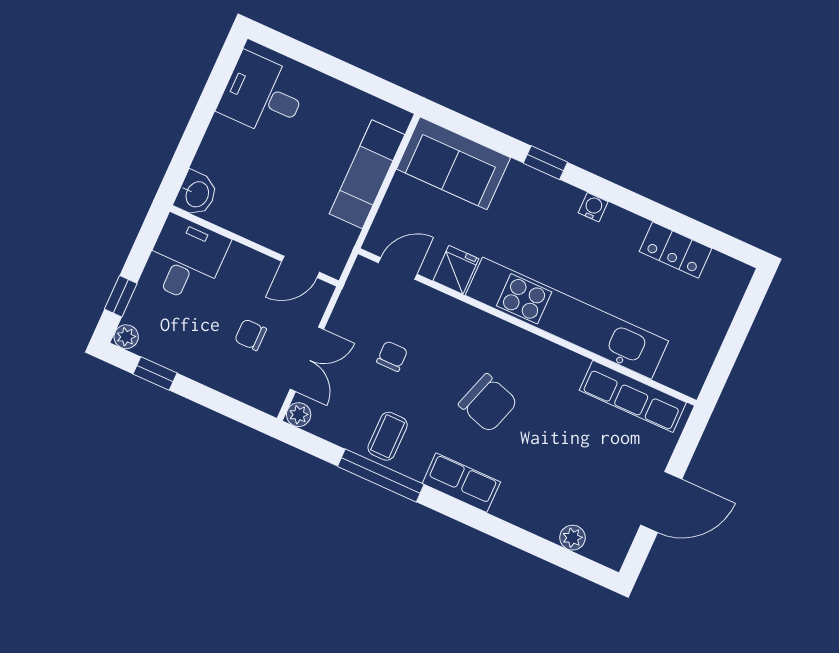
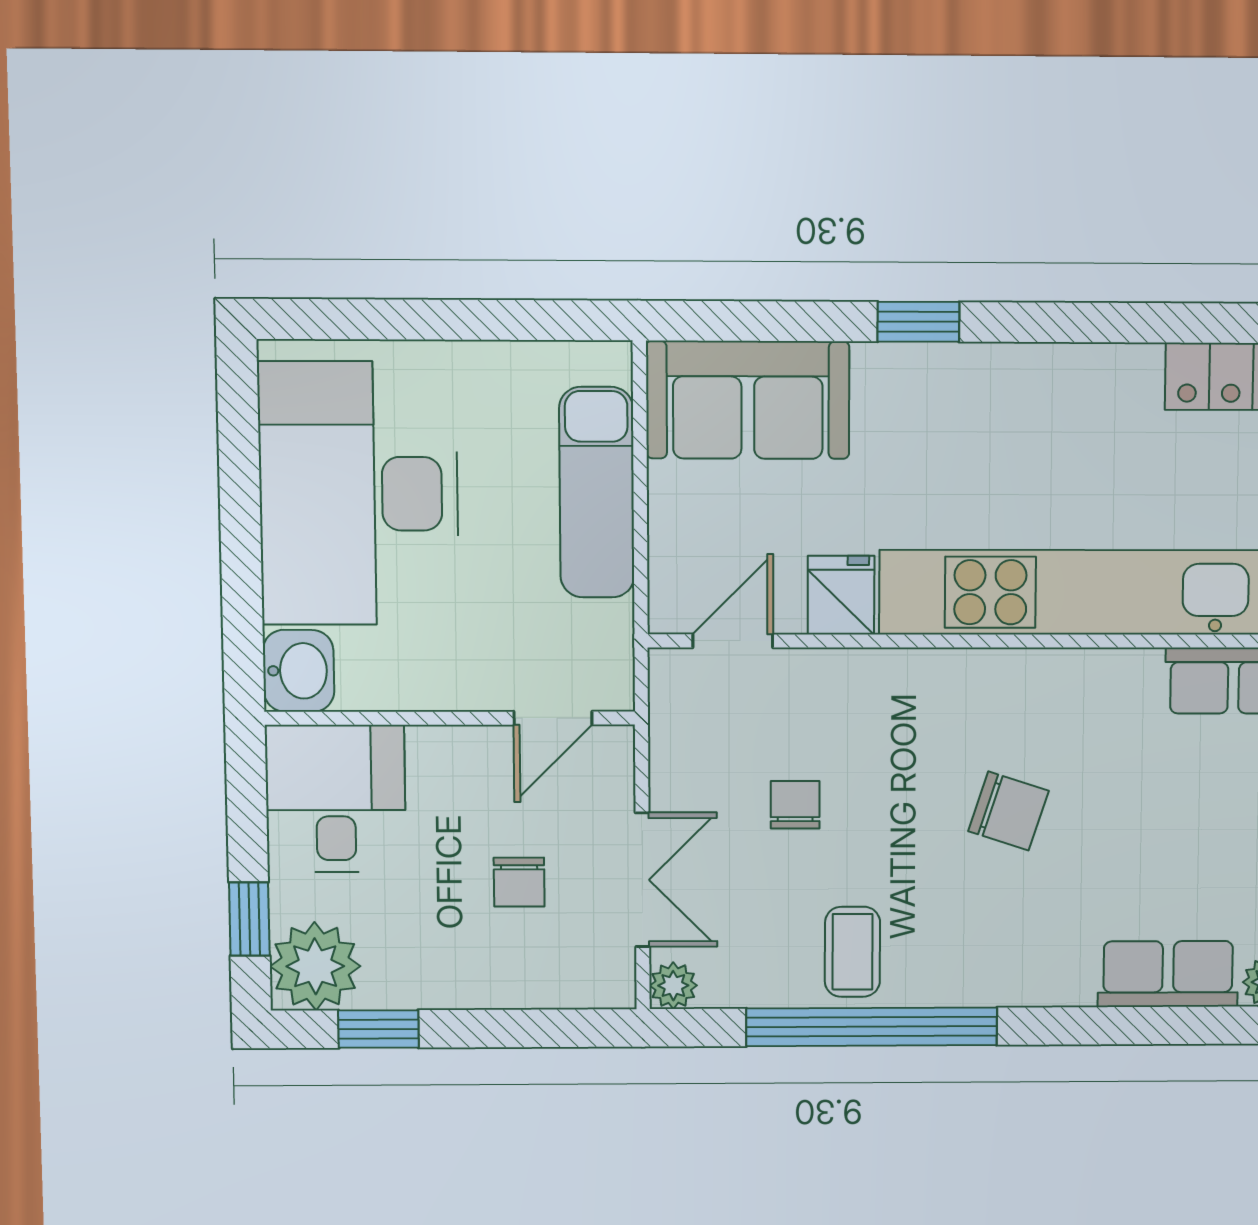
desk: (263, 95) -> (359, 494), width x1.87, depth x1.30
water cooler: (593, 207) -> (1044, 365), removed
chair: (251, 335) -> (519, 882), turned -90
plant: (126, 337) -> (315, 966), width x1.88, depth x1.88
chair: (488, 403) -> (1008, 811), width x0.73, depth x0.73
window: (381, 475) -> (872, 1027), width x1.46
row of seats: (461, 483) -> (1168, 974), moved

